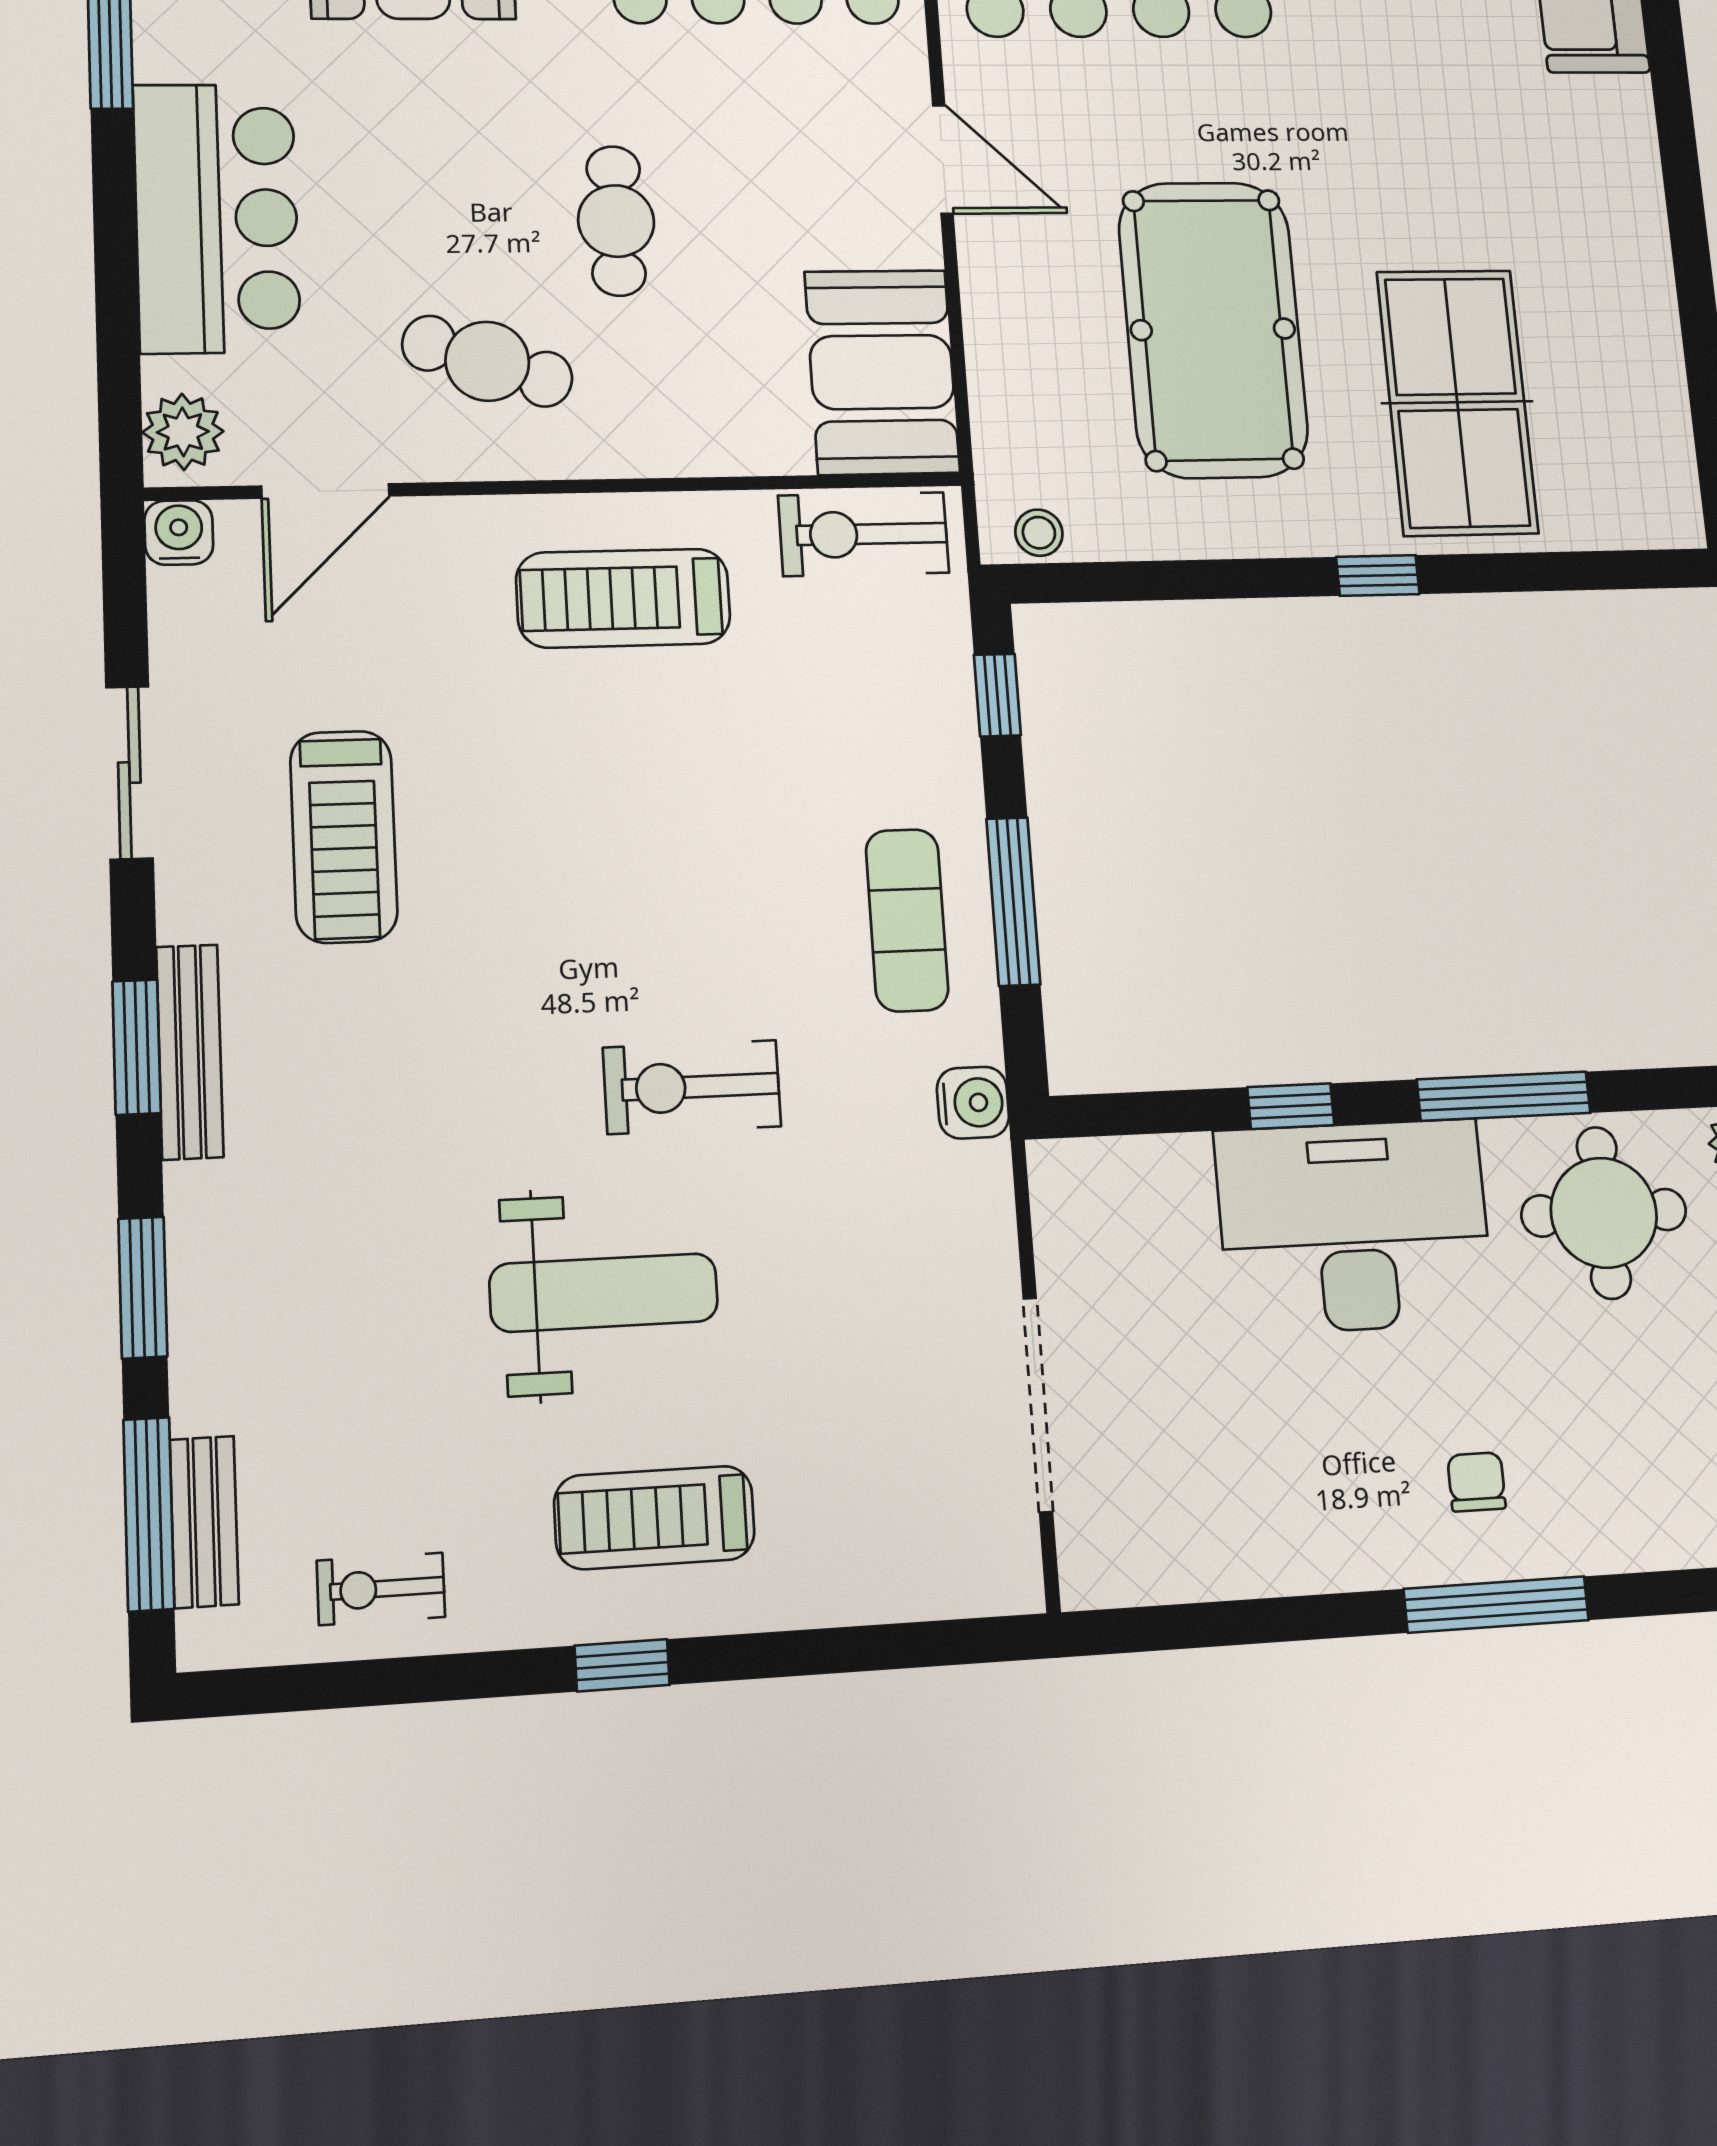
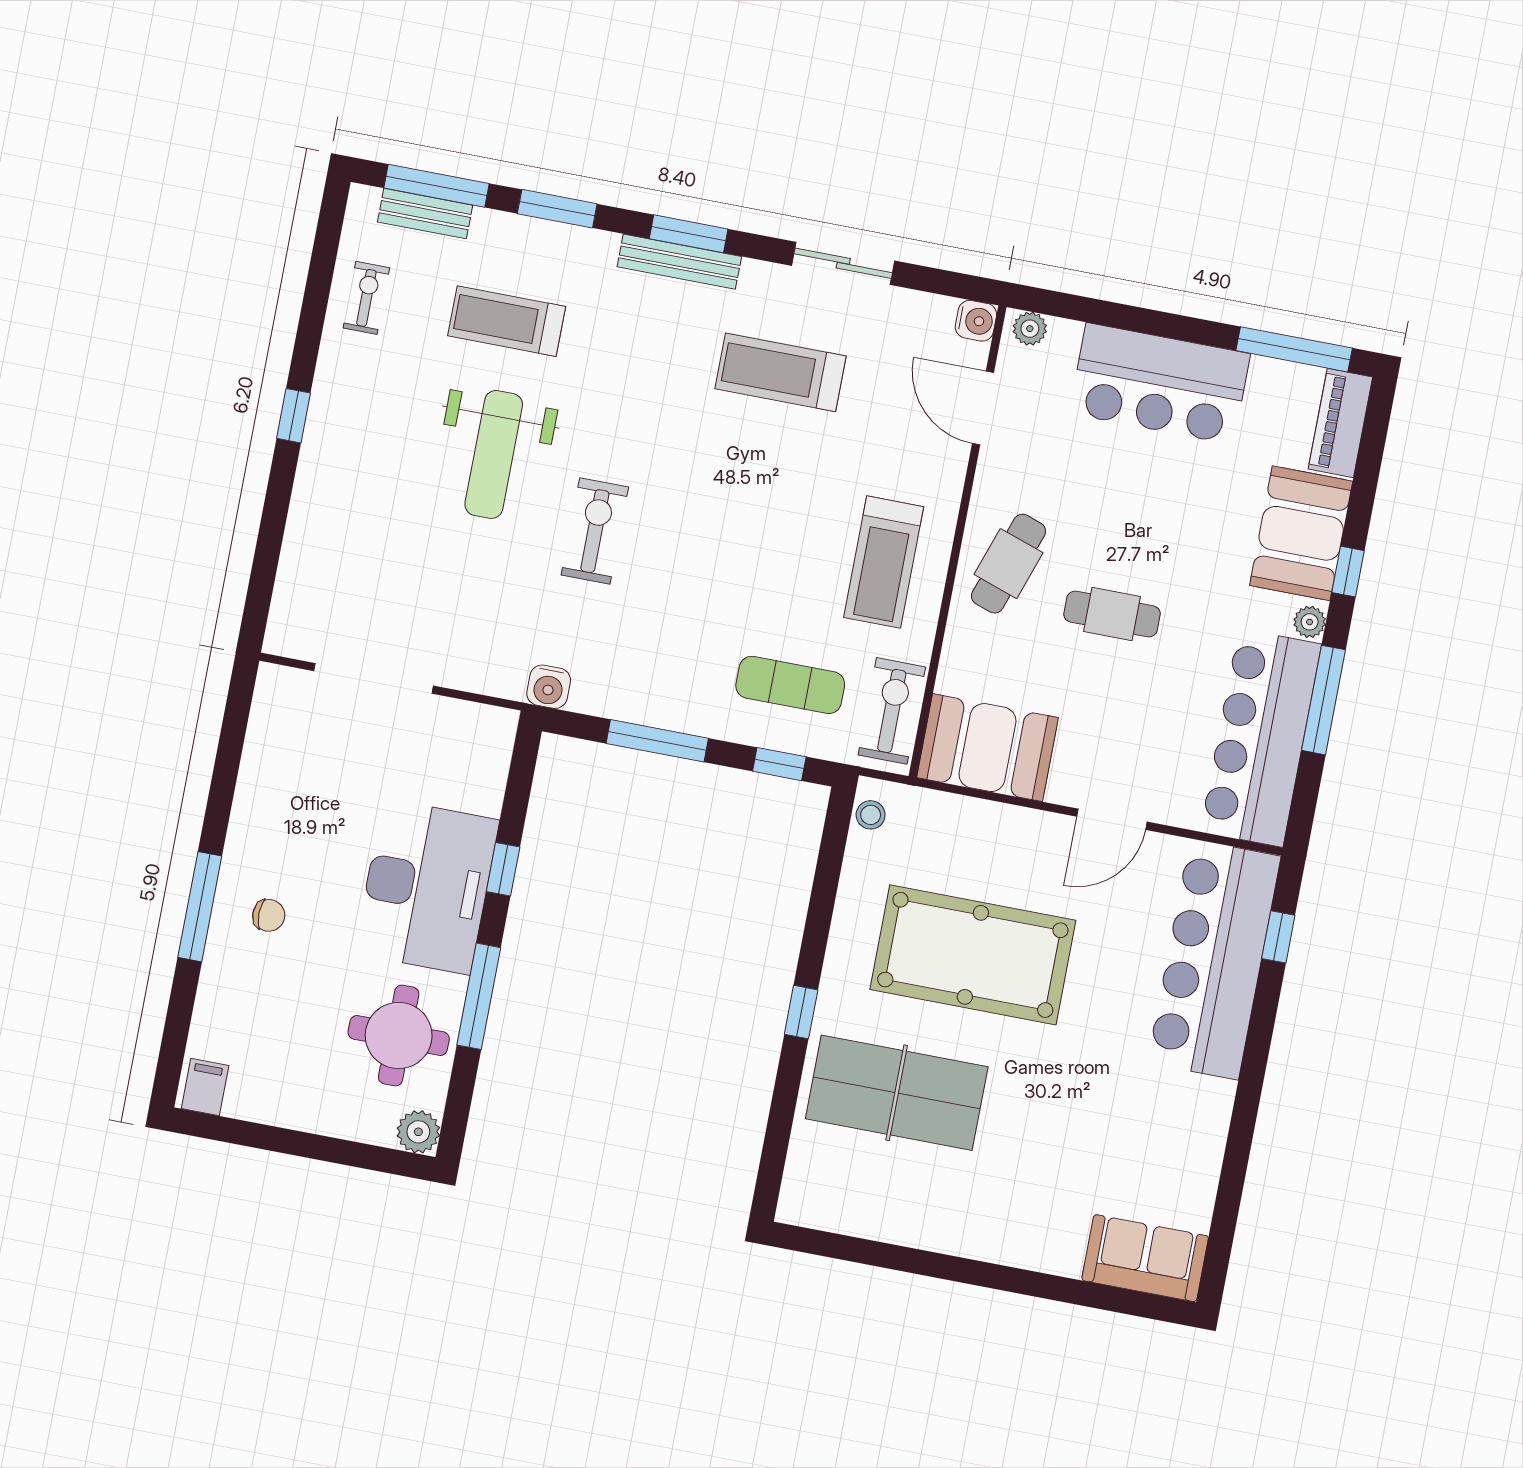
cafe table: (487, 361) -> (1009, 564), moved
plant: (183, 432) -> (1030, 329), width x0.73, depth x0.73
treadmill: (623, 598) -> (884, 562), turned 180
exercise mat: (907, 920) -> (790, 685), moved
treadmill: (654, 1518) -> (507, 321), moved, turned -90

